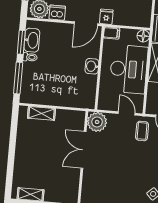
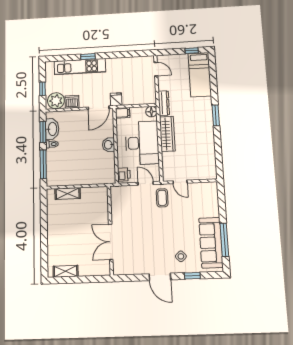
printer: (105, 101) -> (124, 174), added
plant: (97, 122) -> (119, 195), removed
double door: (84, 150) -> (111, 242), moved

